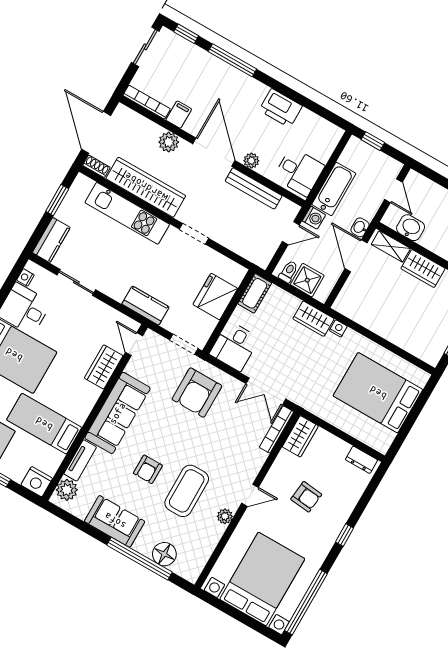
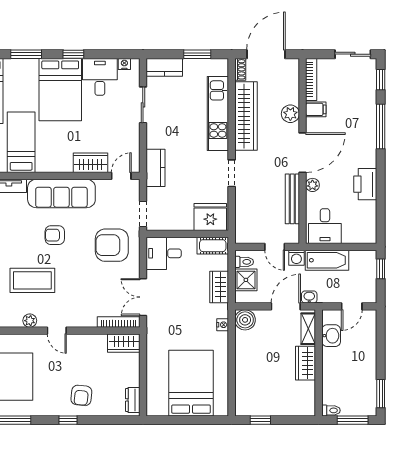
fridge: (215, 297) -> (210, 217), moved
boiler: (346, 304) -> (245, 320), added
wardrobe: (313, 319) -> (219, 287), moved
armchair: (148, 469) -> (55, 235), moved
armchair: (306, 497) -> (81, 395), moved

